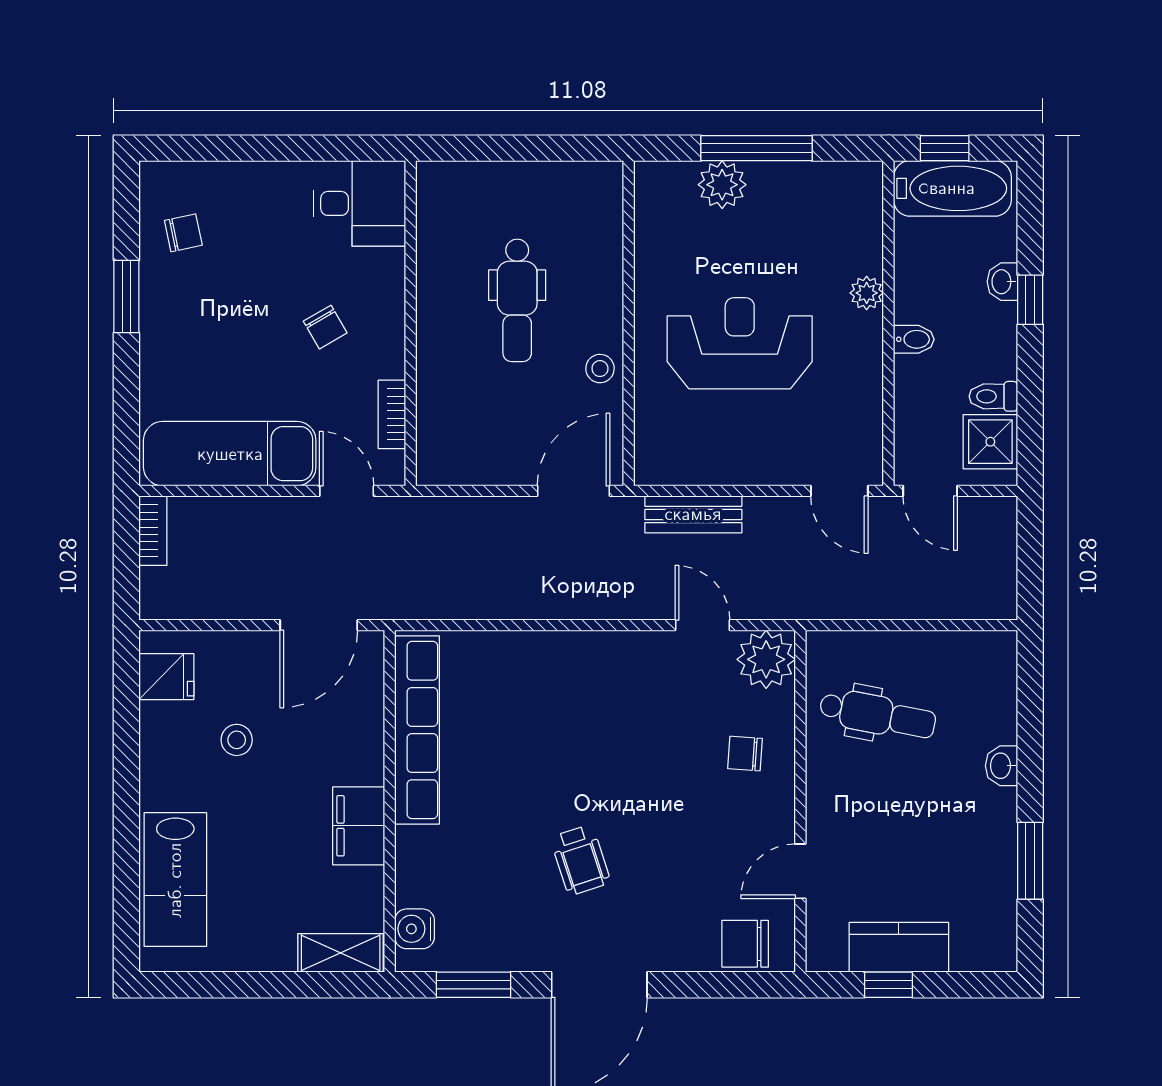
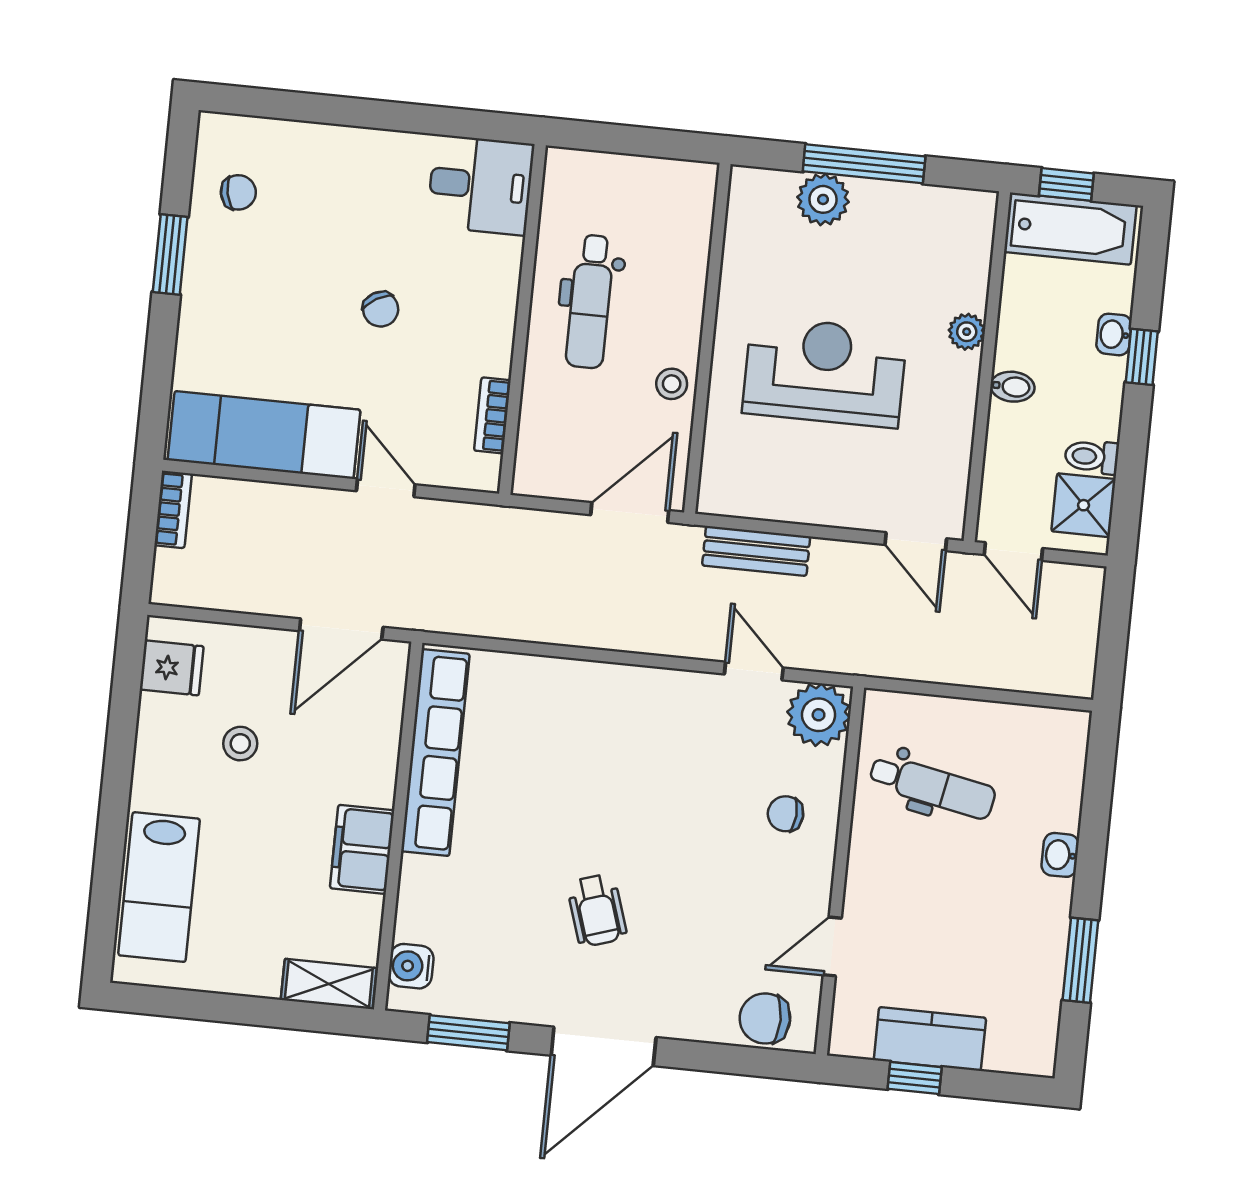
desk: (359, 203) -> (481, 185), moved
wall: (411, 323) -> (522, 320), moved
bookcase: (392, 414) -> (492, 415), moved

